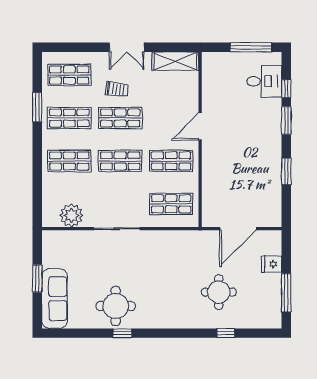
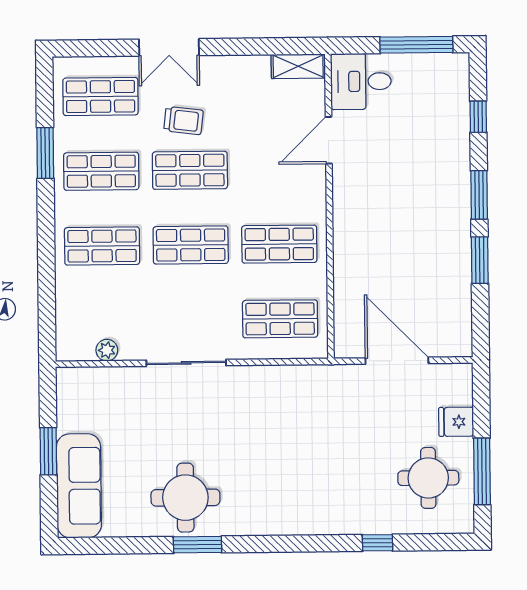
double door: (127, 47) -> (169, 47), moved
shelving: (175, 61) -> (298, 66), width x0.67, depth x0.75
desk: (264, 81) -> (361, 81), moved, turned 180
window: (286, 121) -> (479, 195), moved
door: (200, 126) -> (329, 140), moved
plant: (71, 215) -> (107, 350), width x0.53, depth x0.53
door: (238, 229) -> (397, 361), swing flipped
round table: (219, 292) -> (428, 478), moved
window: (122, 333) -> (197, 545), width x1.50

